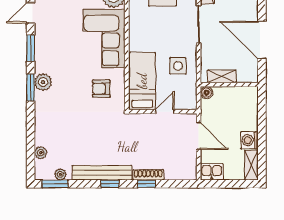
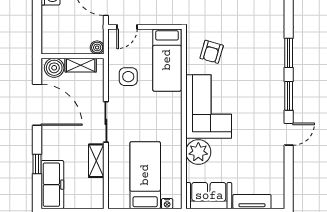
boiler: (246, 74) -> (54, 68), added
plant: (43, 82) -> (275, 59), removed
armchair: (101, 89) -> (212, 52), turned 106
door: (165, 112) -> (127, 27), moved

